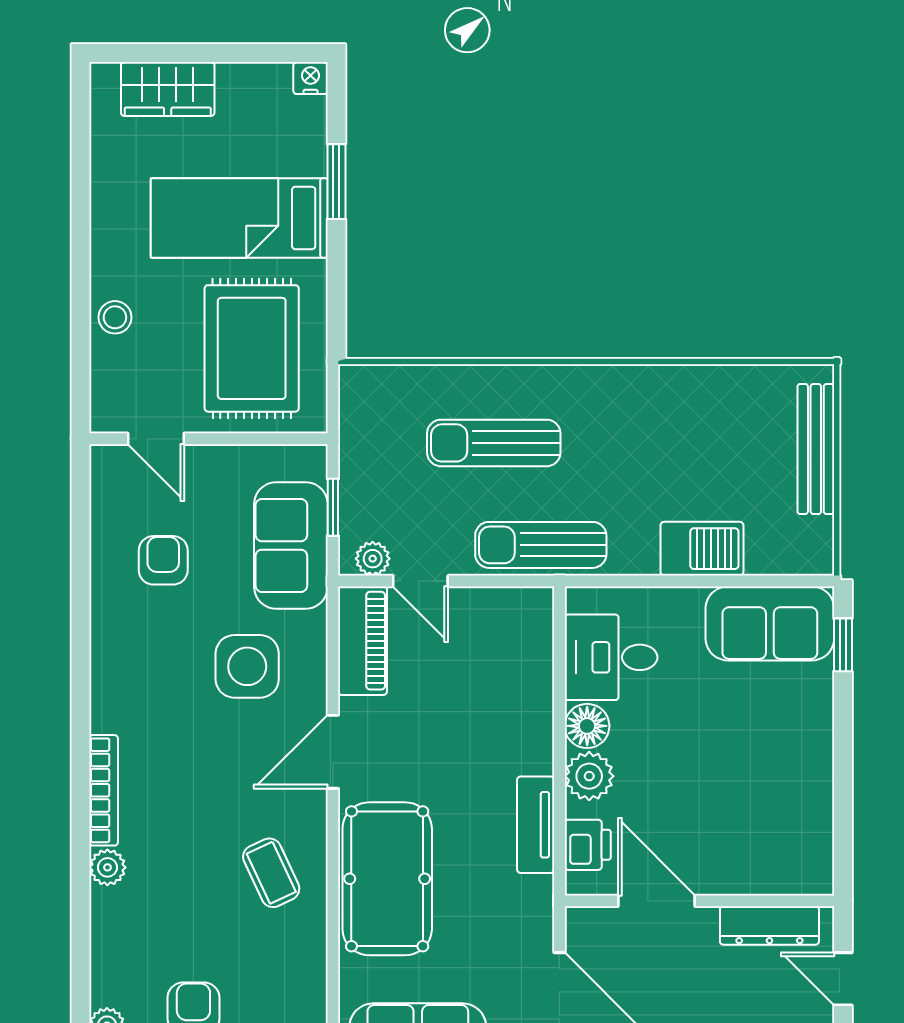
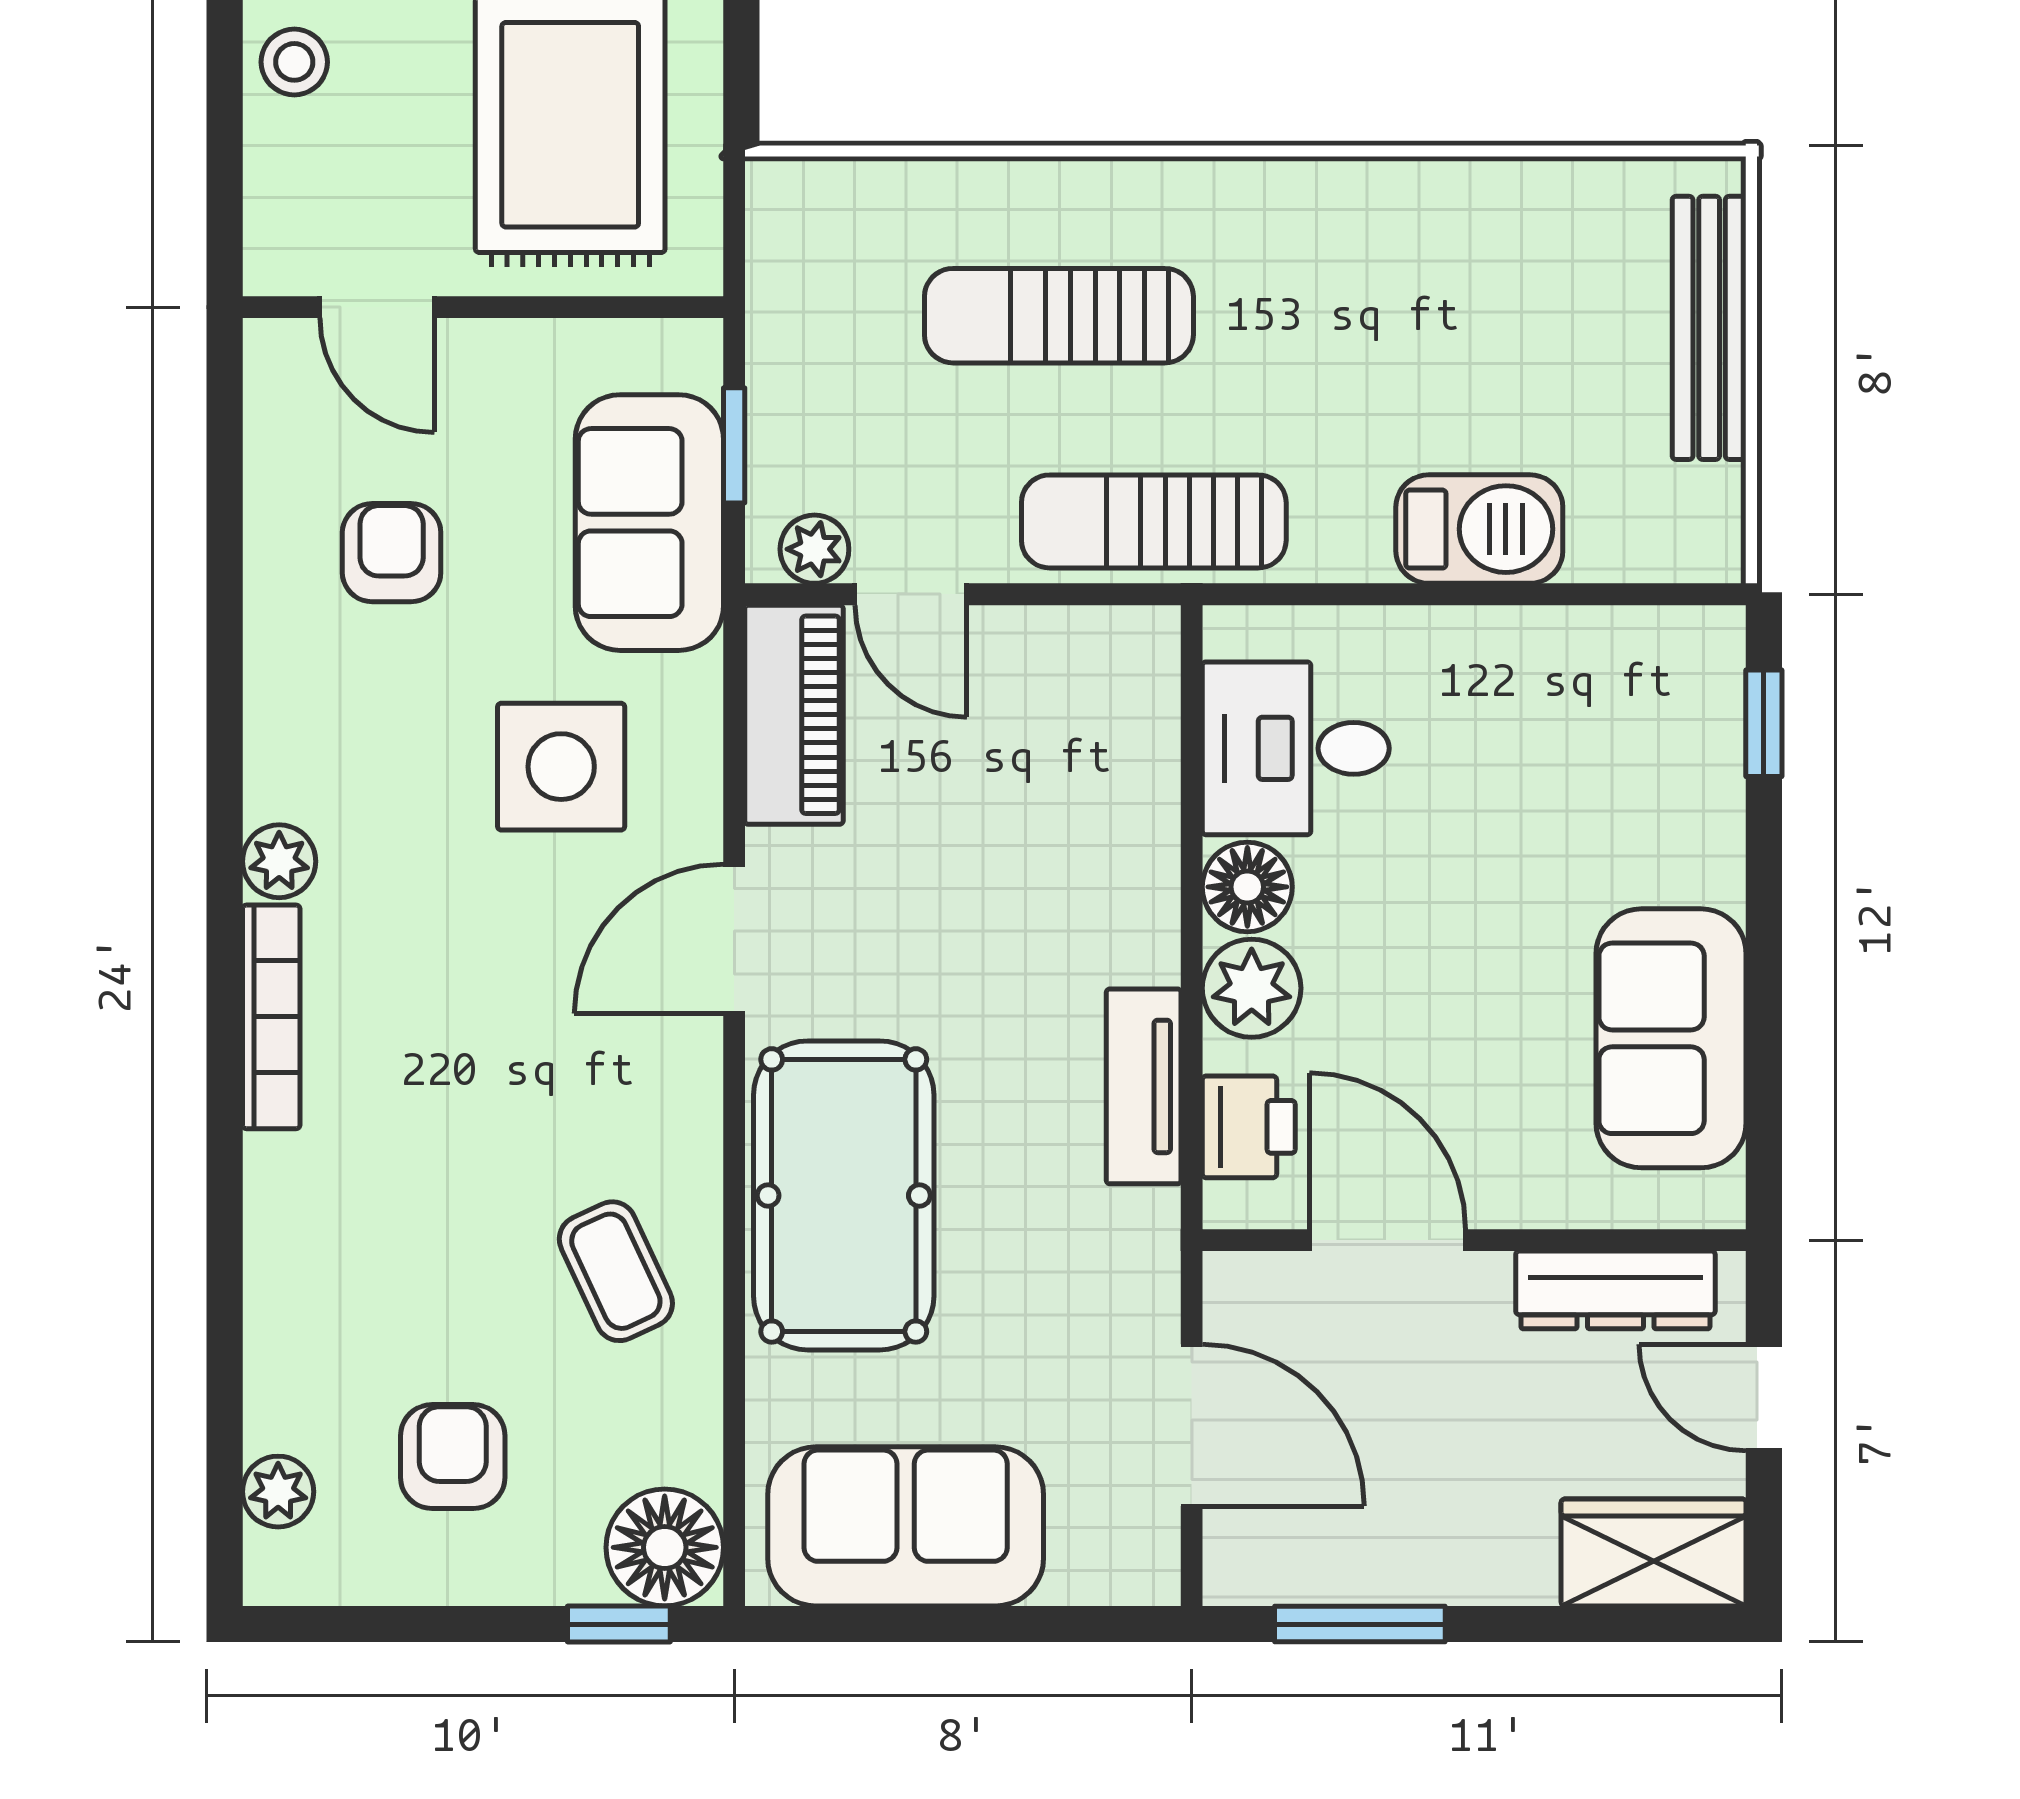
sofa: (770, 623) -> (1671, 1038), moved, turned 90
plant: (107, 867) -> (279, 861), moved
coffee table: (271, 873) -> (616, 1271), moved

